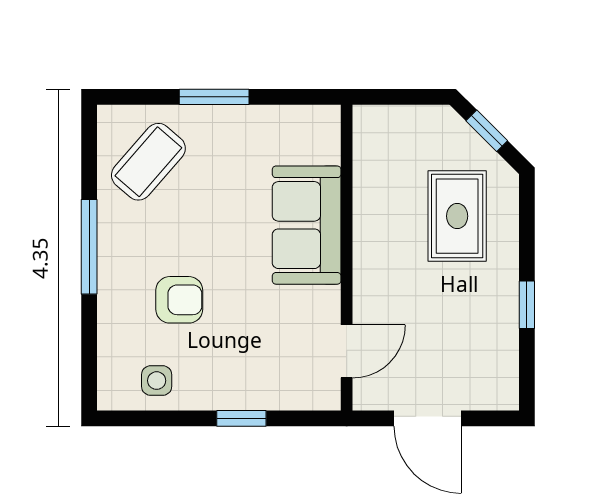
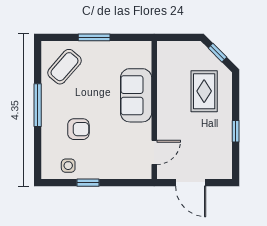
window: (241, 418) -> (88, 183), moved

